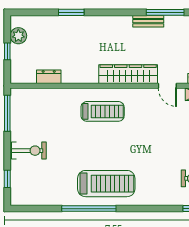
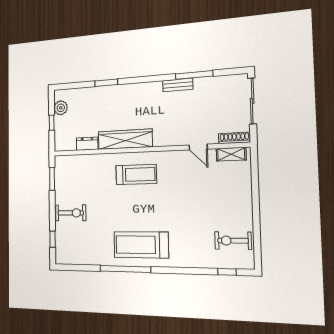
wardrobe: (128, 74) -> (125, 139), moved
window: (7, 113) -> (52, 179), width x0.69
treadmill: (106, 184) -> (141, 245), turned 180

